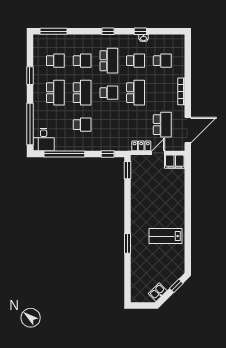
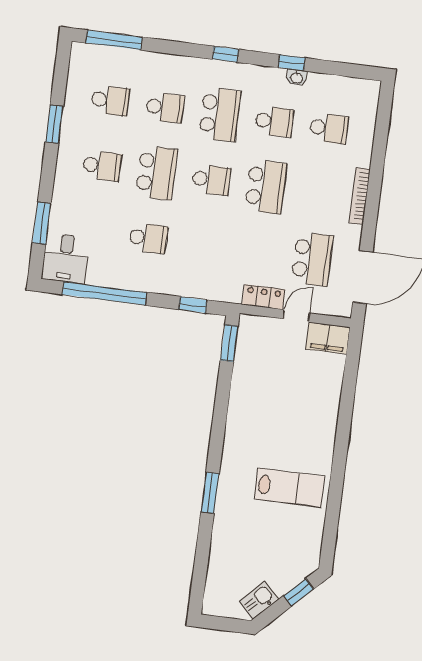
school desk: (55, 93) -> (102, 166), width x0.54
window: (30, 124) -> (42, 223), width x0.47
lab bench: (166, 236) -> (290, 488), turned 180

